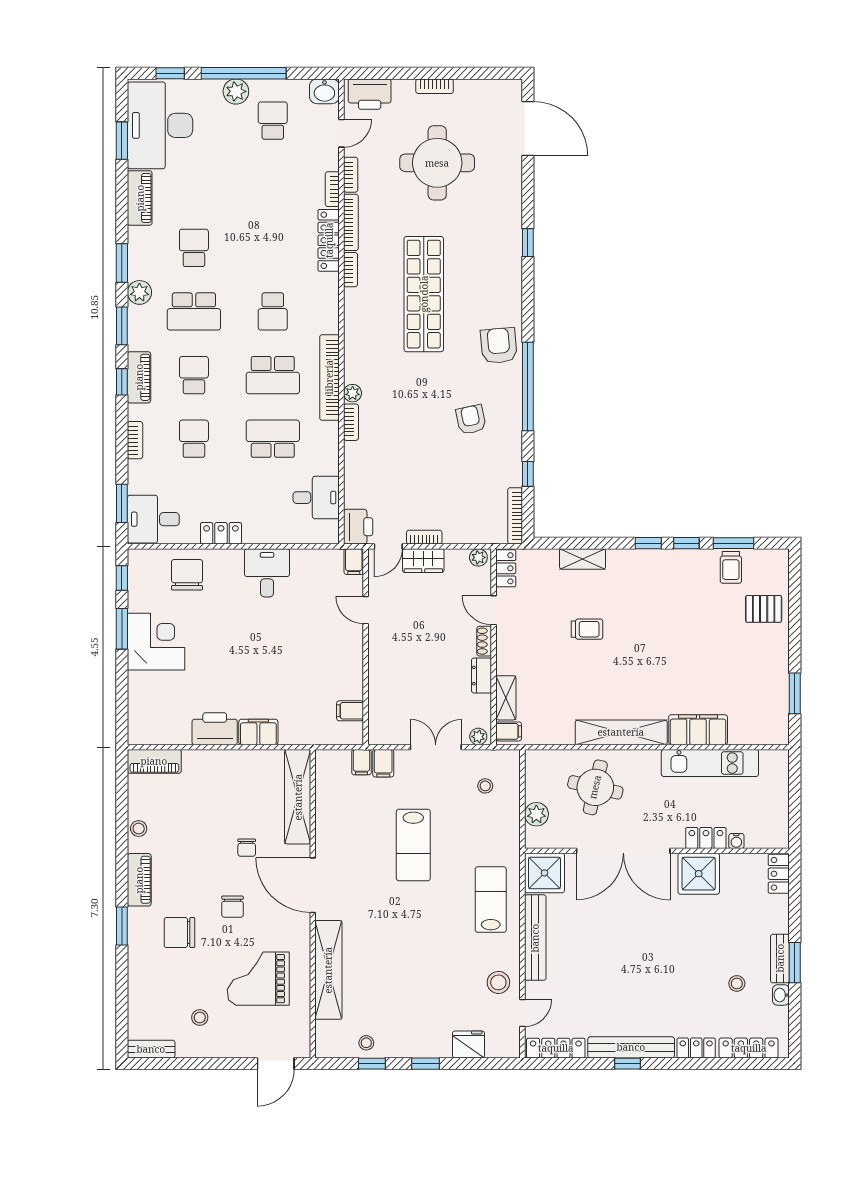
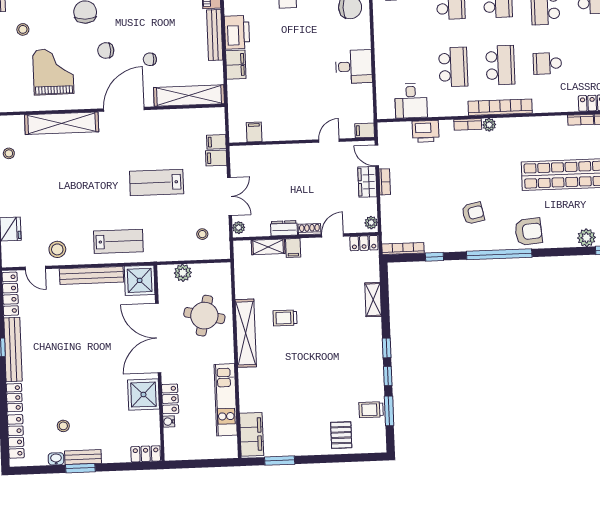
plant: (510, 268) -> (586, 238), added
school desk: (273, 375) -> (500, 65), turned 180
printer: (358, 527) -> (426, 131), moved
locker: (221, 533) -> (382, 31), removed
trolley: (587, 629) -> (285, 318), moved, turned 90
filing cabinet: (698, 730) -> (252, 434), moved
filing cabinet: (509, 731) -> (293, 248), moved
bench: (217, 759) -> (215, 35), added

